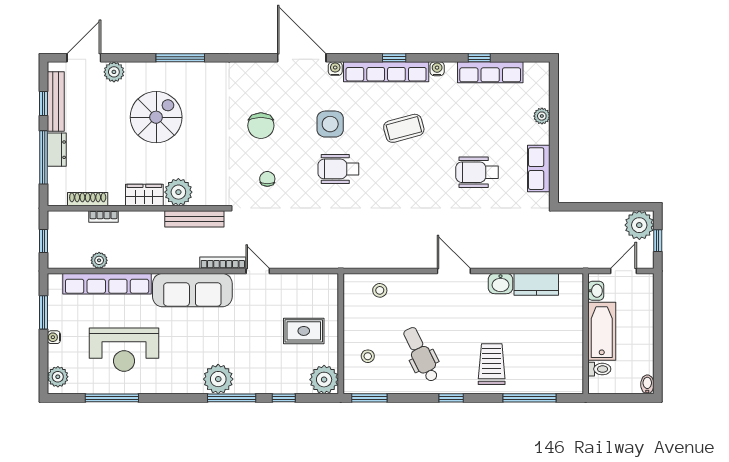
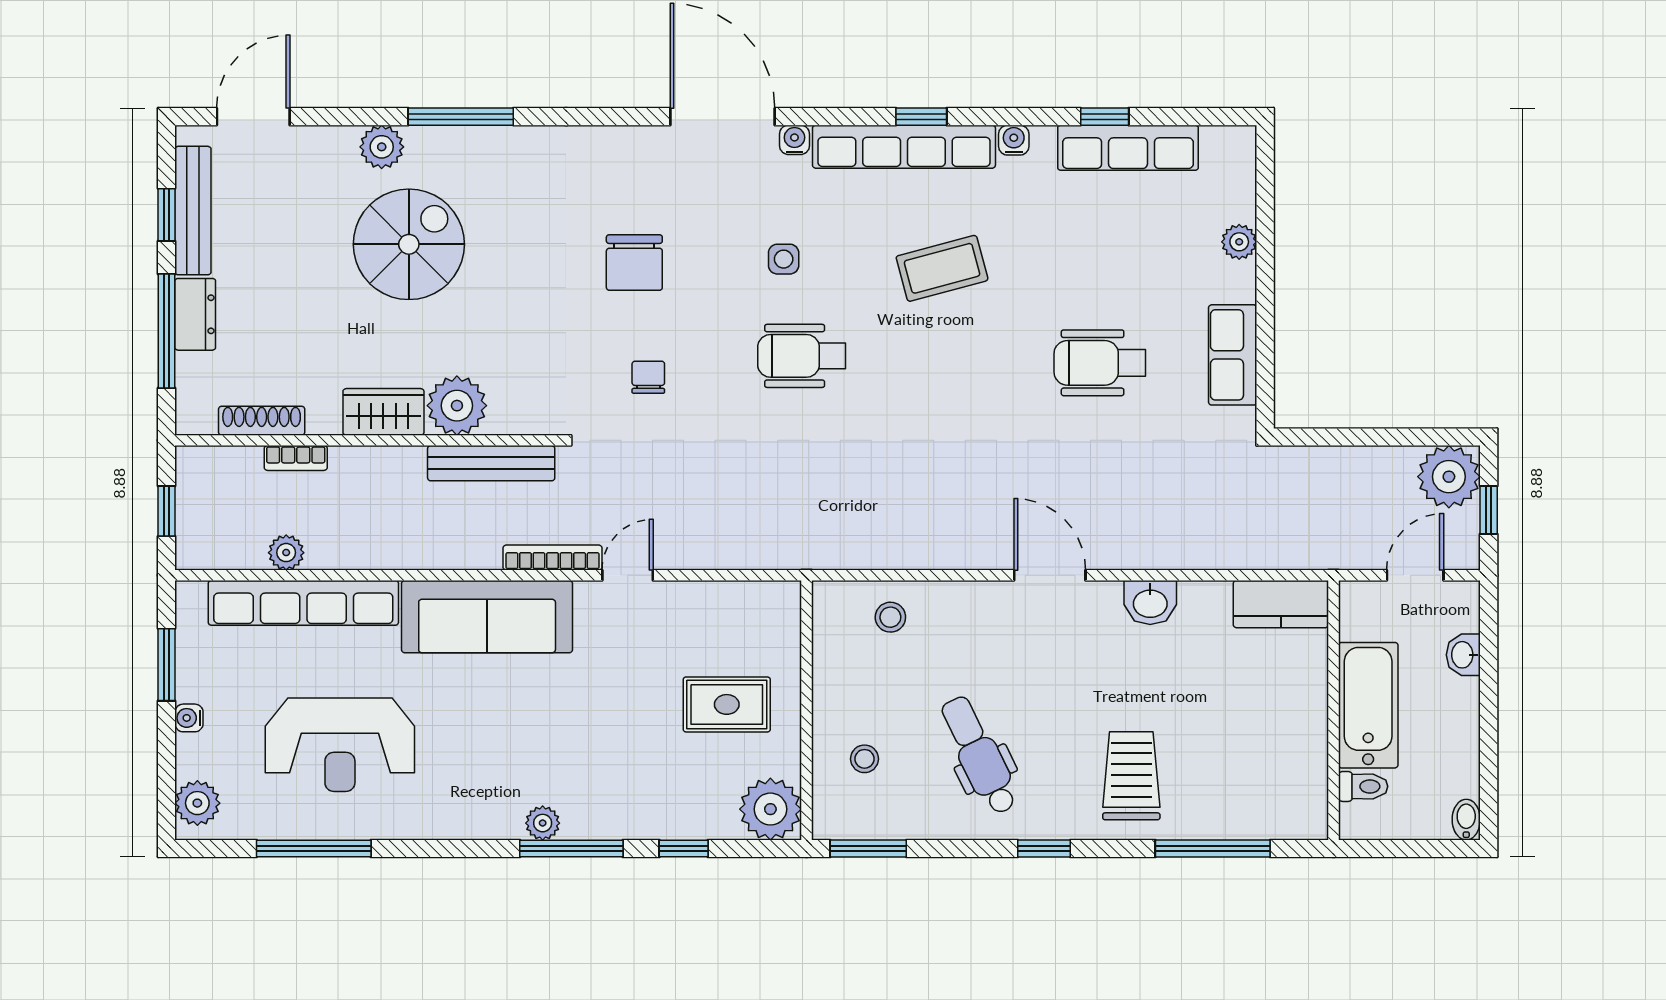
plant: (114, 72) -> (382, 147), moved
side table: (330, 124) -> (784, 259), width x0.54, depth x0.54
door: (258, 271) -> (628, 575), hinge flipped
kitchen counter: (536, 284) -> (1281, 604), moved
washbasin: (596, 291) -> (1463, 655), moved, turned 180
plant: (218, 379) -> (543, 823), width x0.53, depth x0.53

